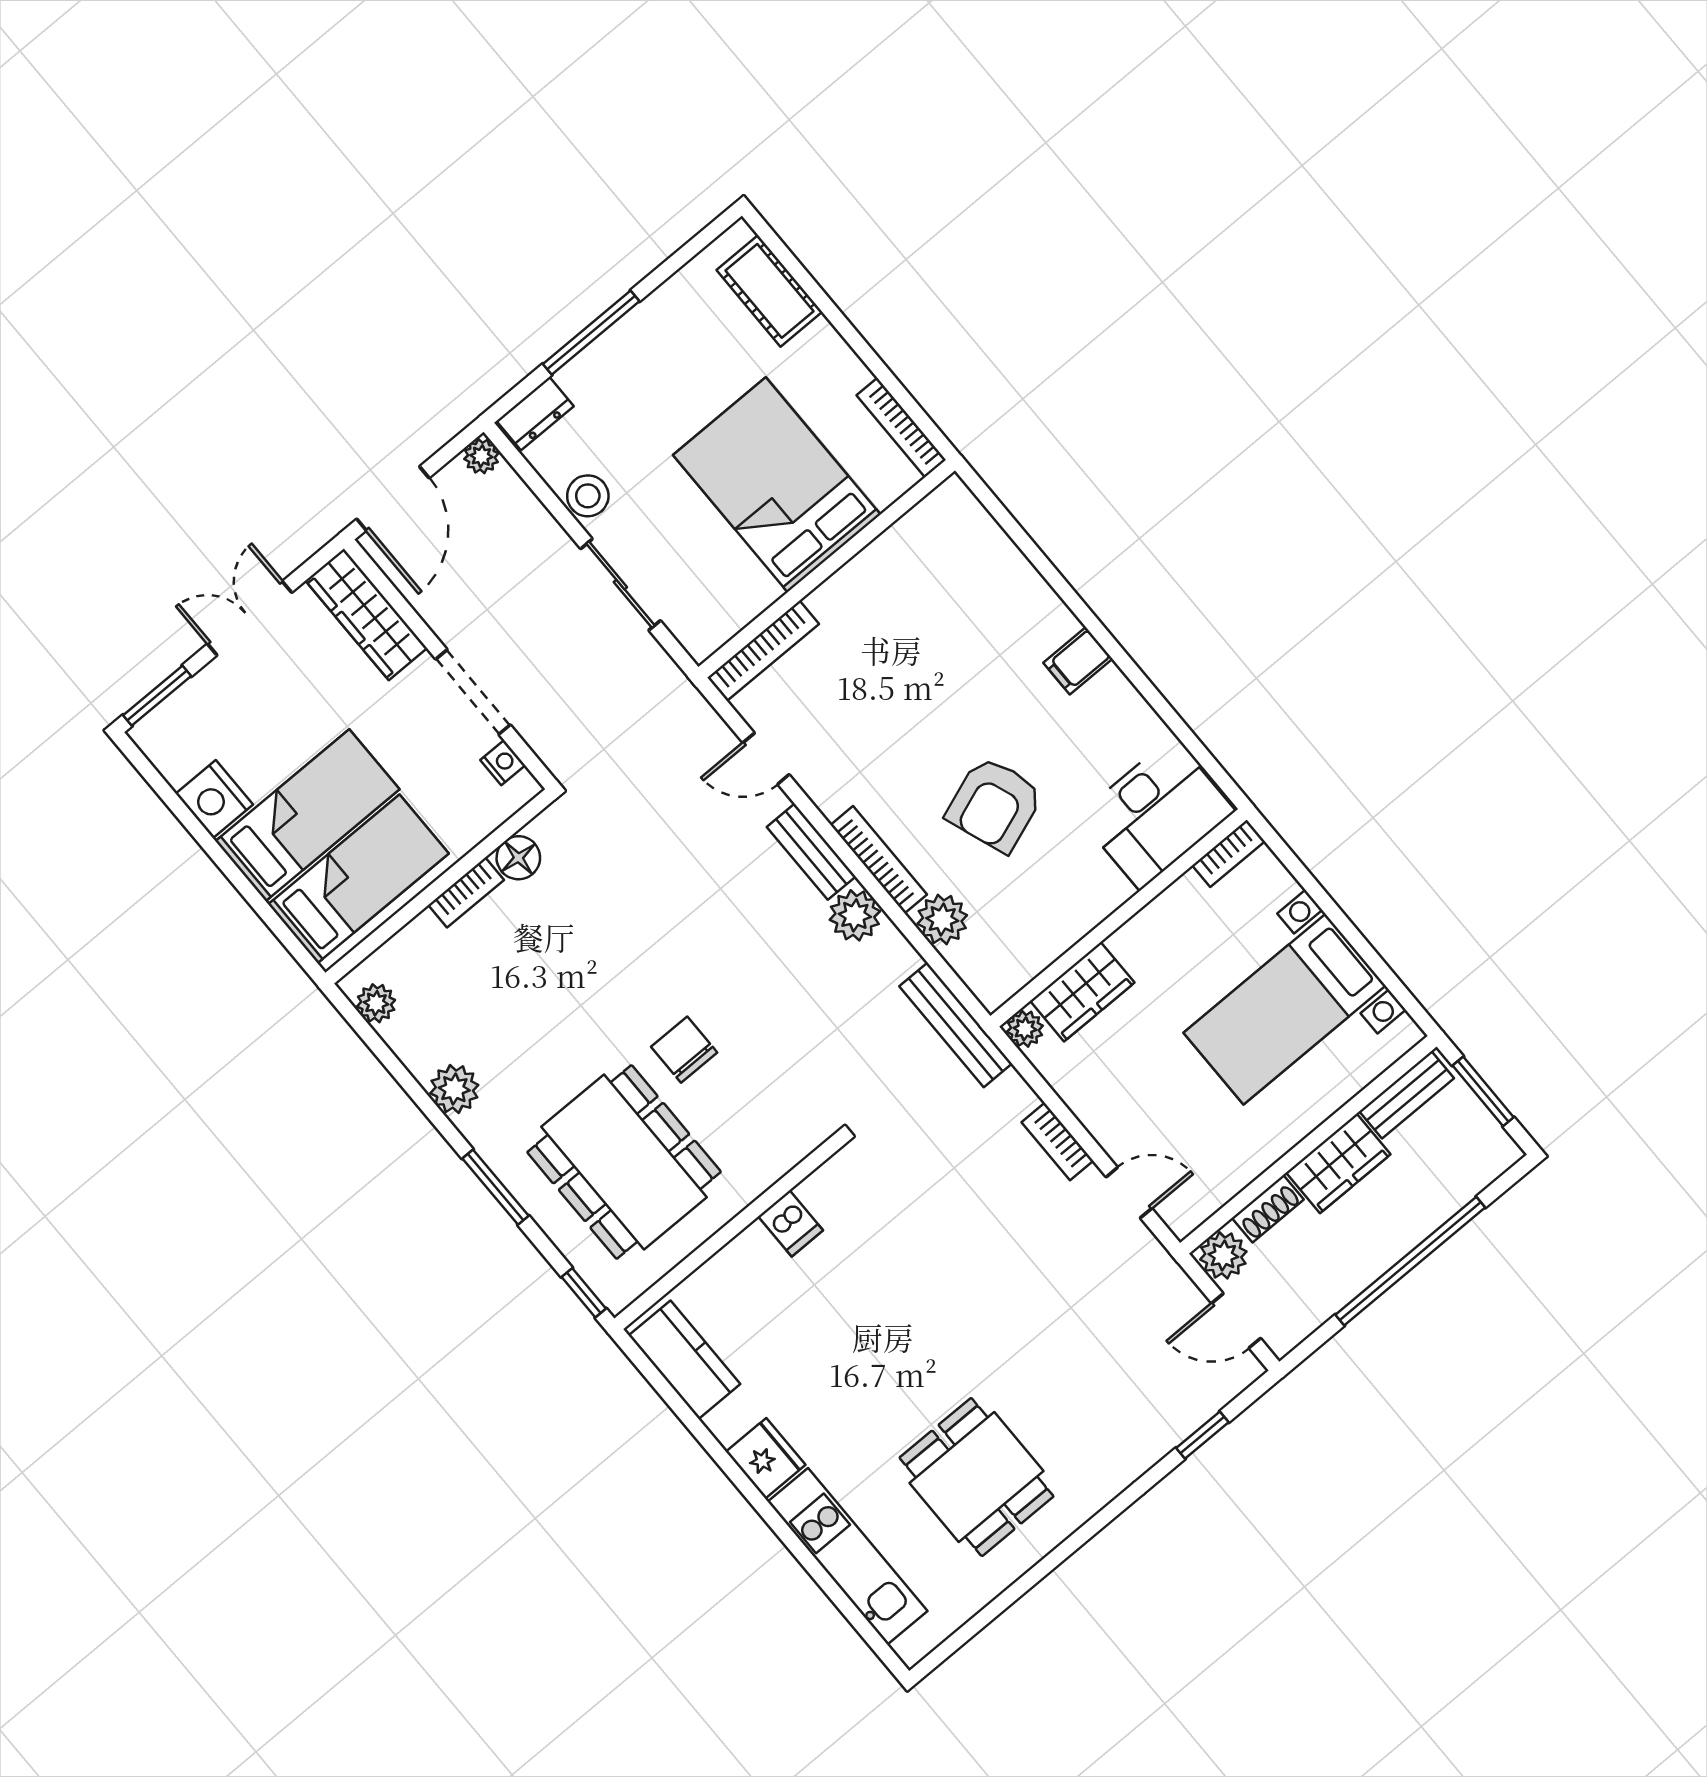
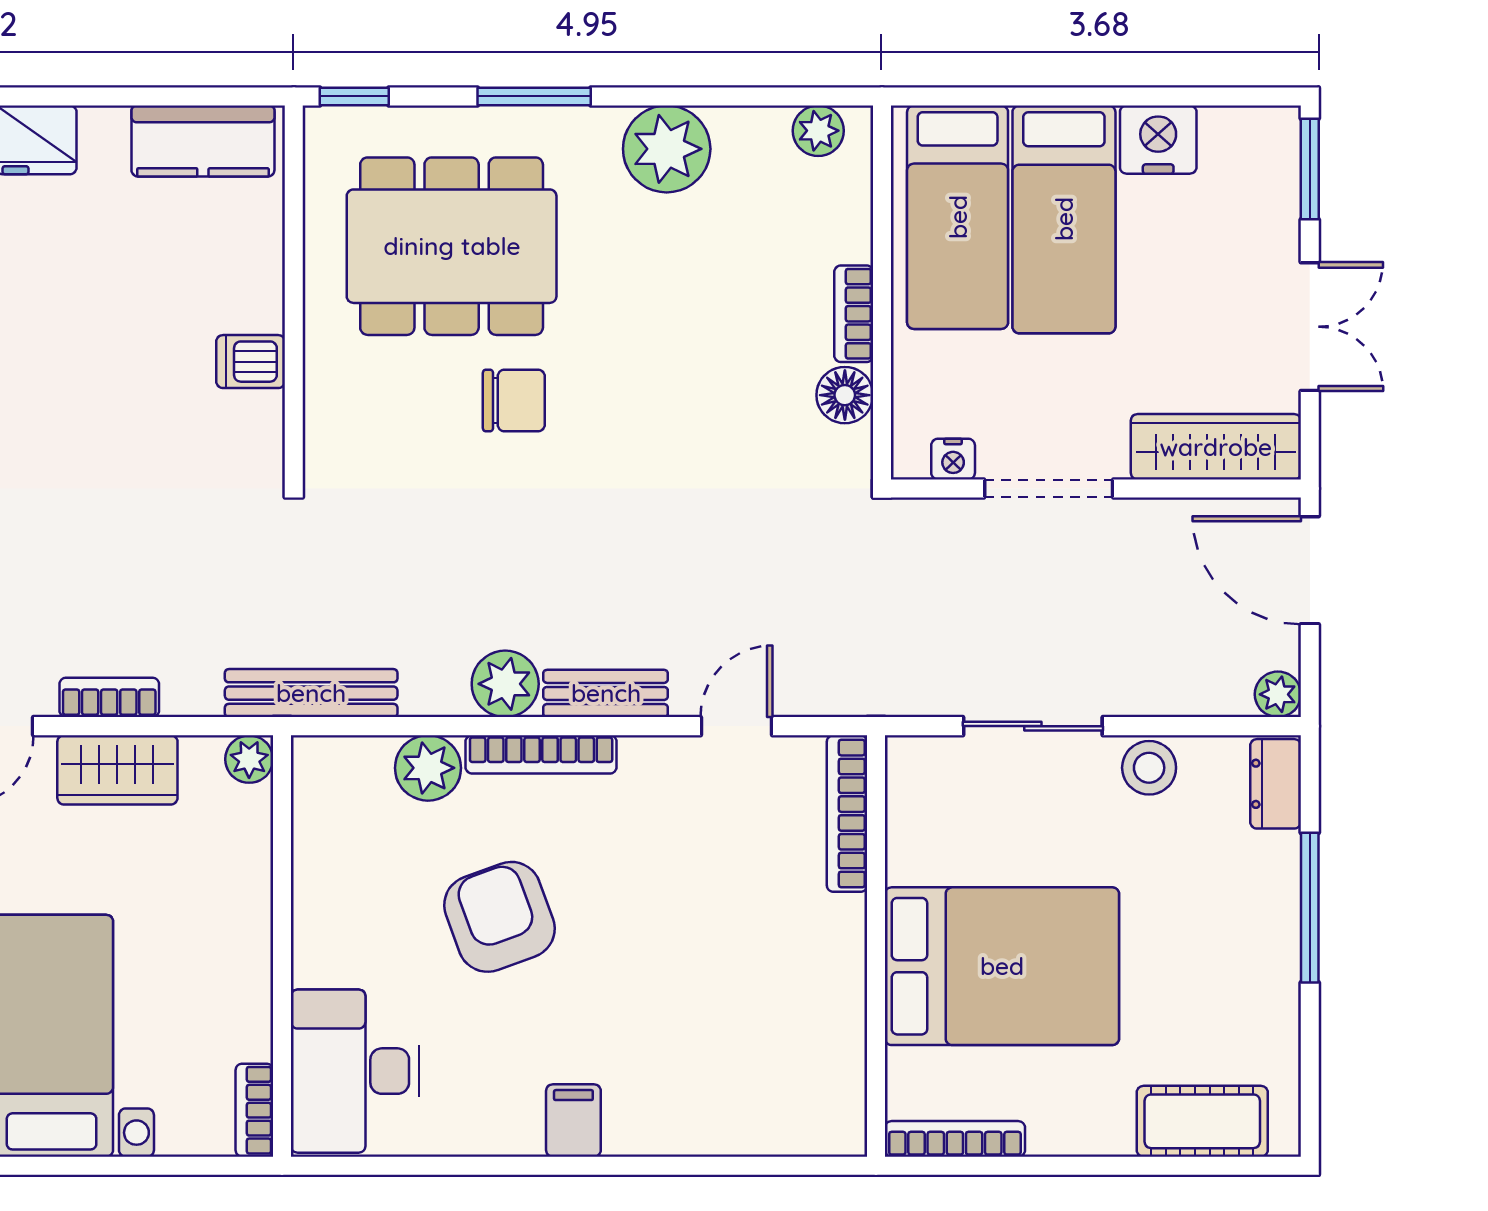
wardrobe: (1082, 992) -> (117, 770), moved, turned -90
plant: (454, 1089) -> (667, 149), width x1.36, depth x1.36

